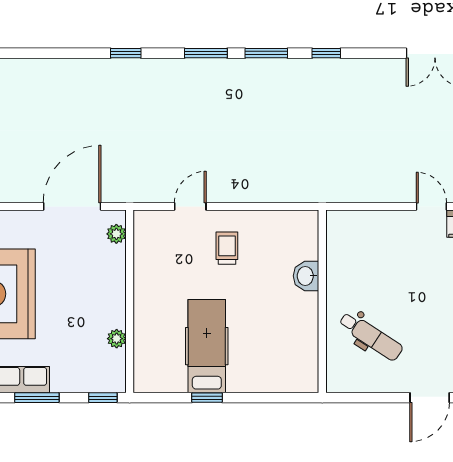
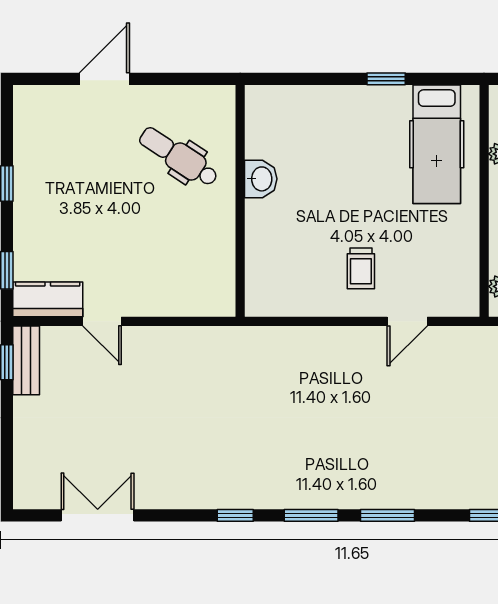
washbasin: (306, 276) -> (261, 179), moved
hospital bed: (207, 346) -> (437, 144), moved

